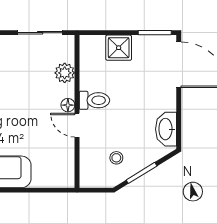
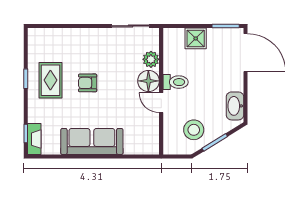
floor lamp: (68, 105) -> (148, 81), width x1.89, depth x1.89
stool: (116, 158) -> (194, 130), width x1.89, depth x1.89

